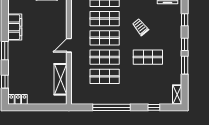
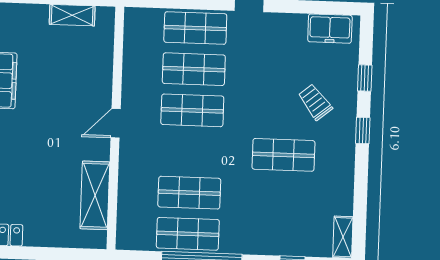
trolley: (140, 27) -> (315, 102), moved
shop shelf: (105, 57) -> (188, 234), moved
window: (185, 65) -> (361, 175), removed

